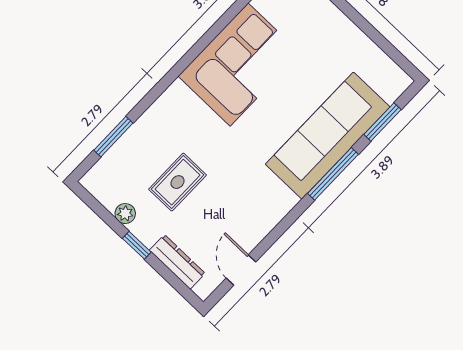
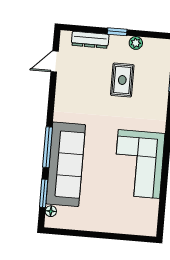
floor lamp: (391, 93) -> (51, 211), added
door: (241, 270) -> (55, 62), swing flipped

